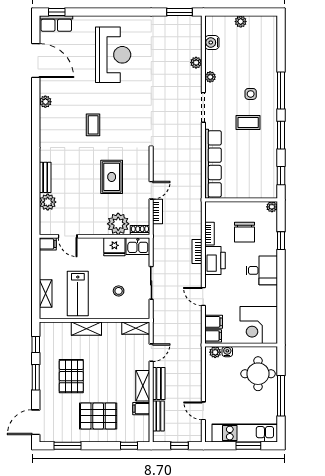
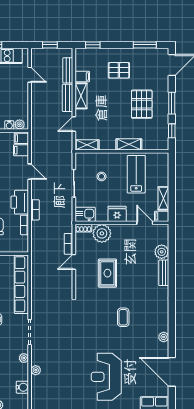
fridge: (114, 247) -> (117, 214), moved
shelving: (46, 293) -> (163, 198), moved
pallet: (98, 416) -> (119, 70), width x0.67, depth x0.71

